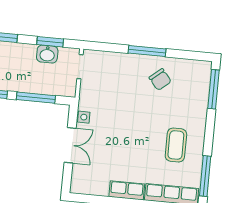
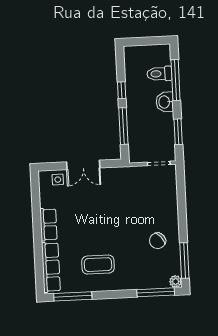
window: (147, 51) -> (184, 261), moved
washbasin: (47, 54) -> (165, 102), moved
plant: (205, 67) -> (176, 281), added
side table: (84, 117) -> (58, 180), moved

